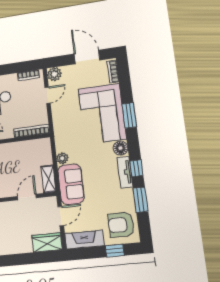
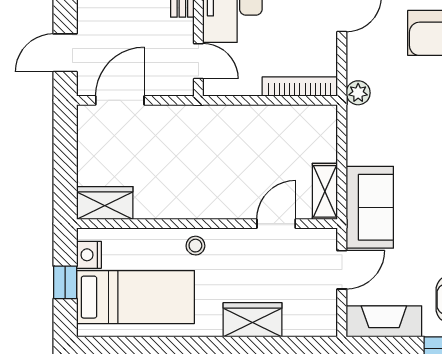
plant: (62, 158) -> (358, 93), moved
wardrobe: (47, 242) -> (253, 320), moved

